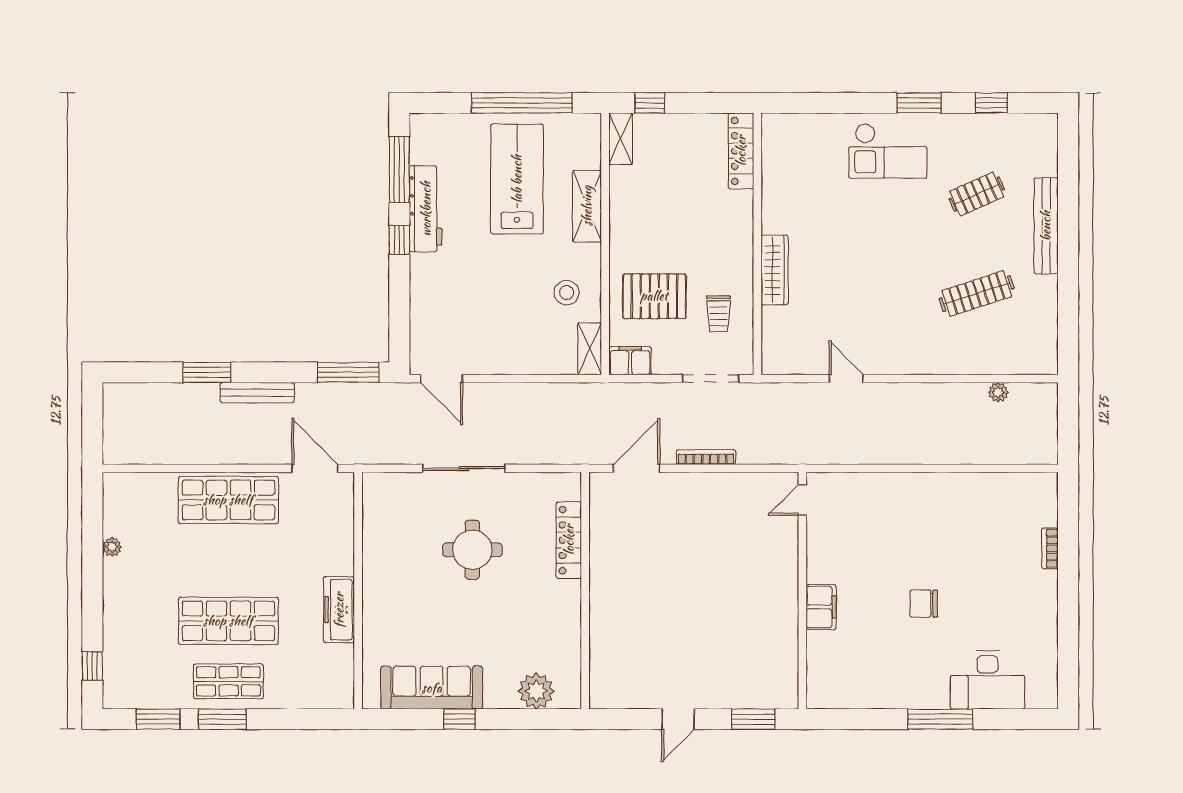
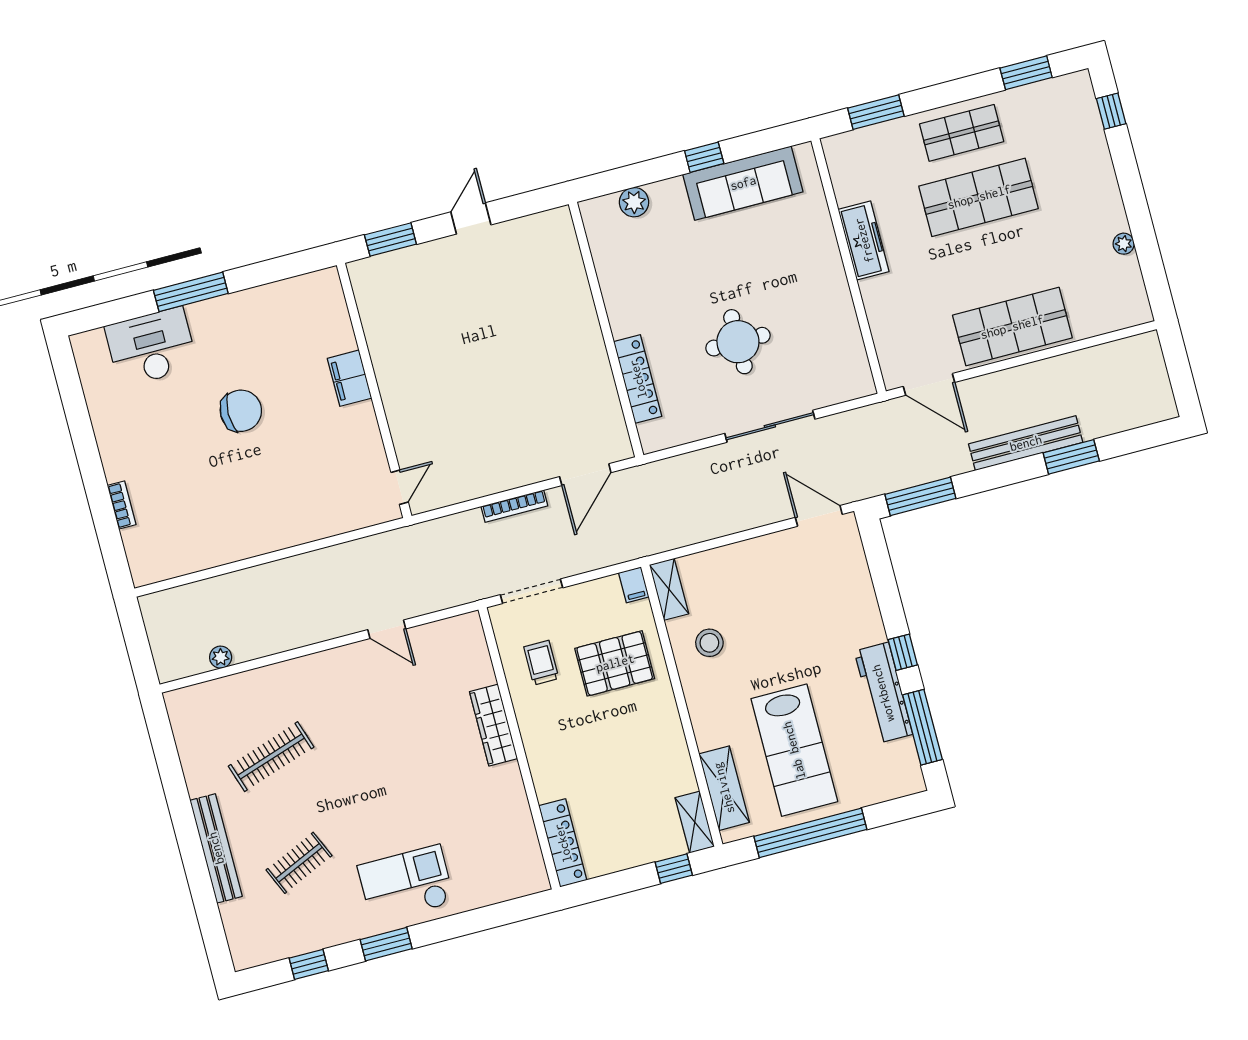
shelving: (587, 206) -> (724, 788), moved
filing cabinet: (630, 361) -> (634, 585), width x0.50
bench: (257, 393) -> (1026, 443), width x1.37, depth x1.21
chair: (924, 604) -> (241, 411), width x1.37, depth x1.37
plant: (536, 691) -> (634, 202), width x0.73, depth x0.73
window: (222, 719) -> (876, 112), moved

